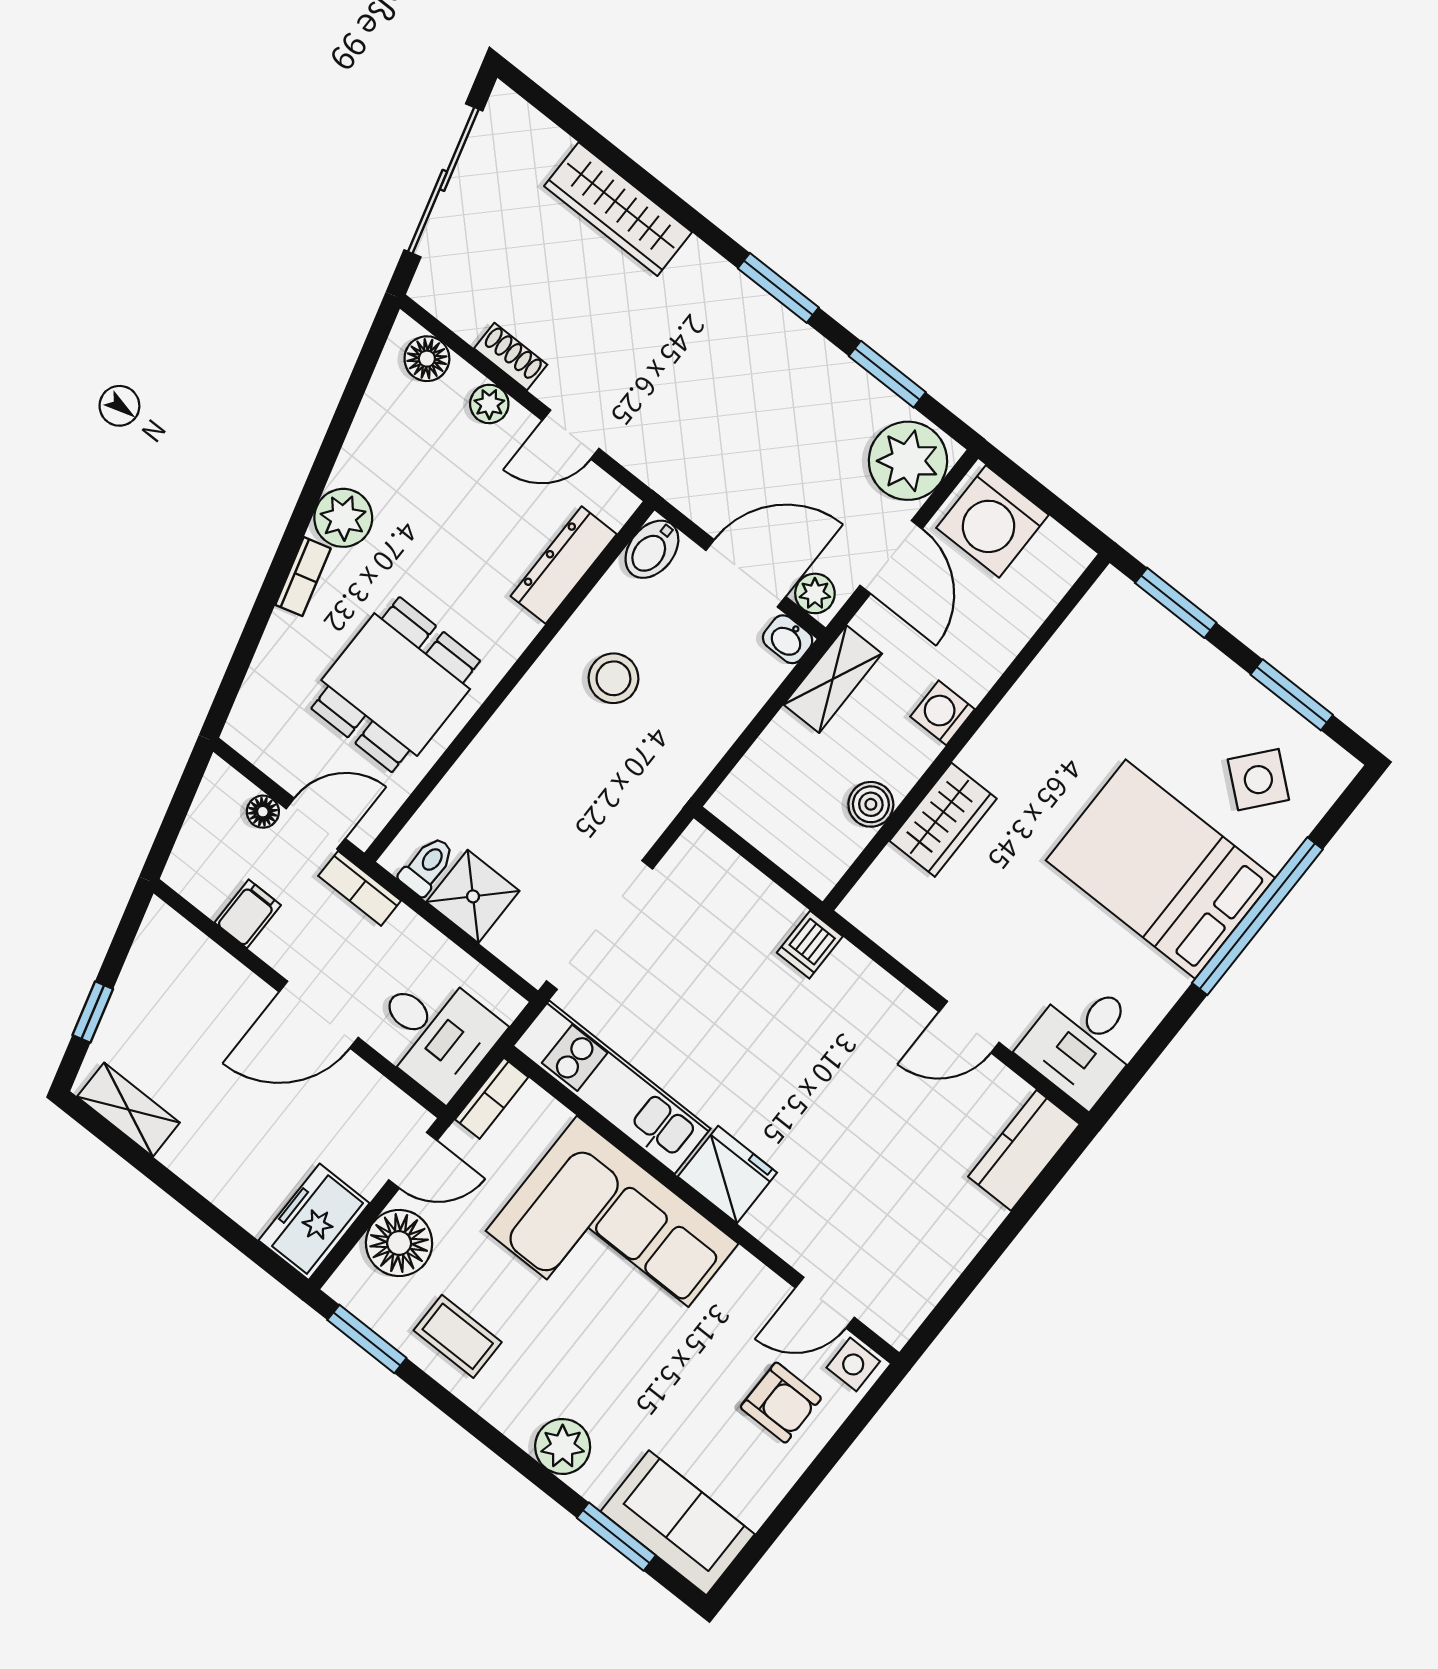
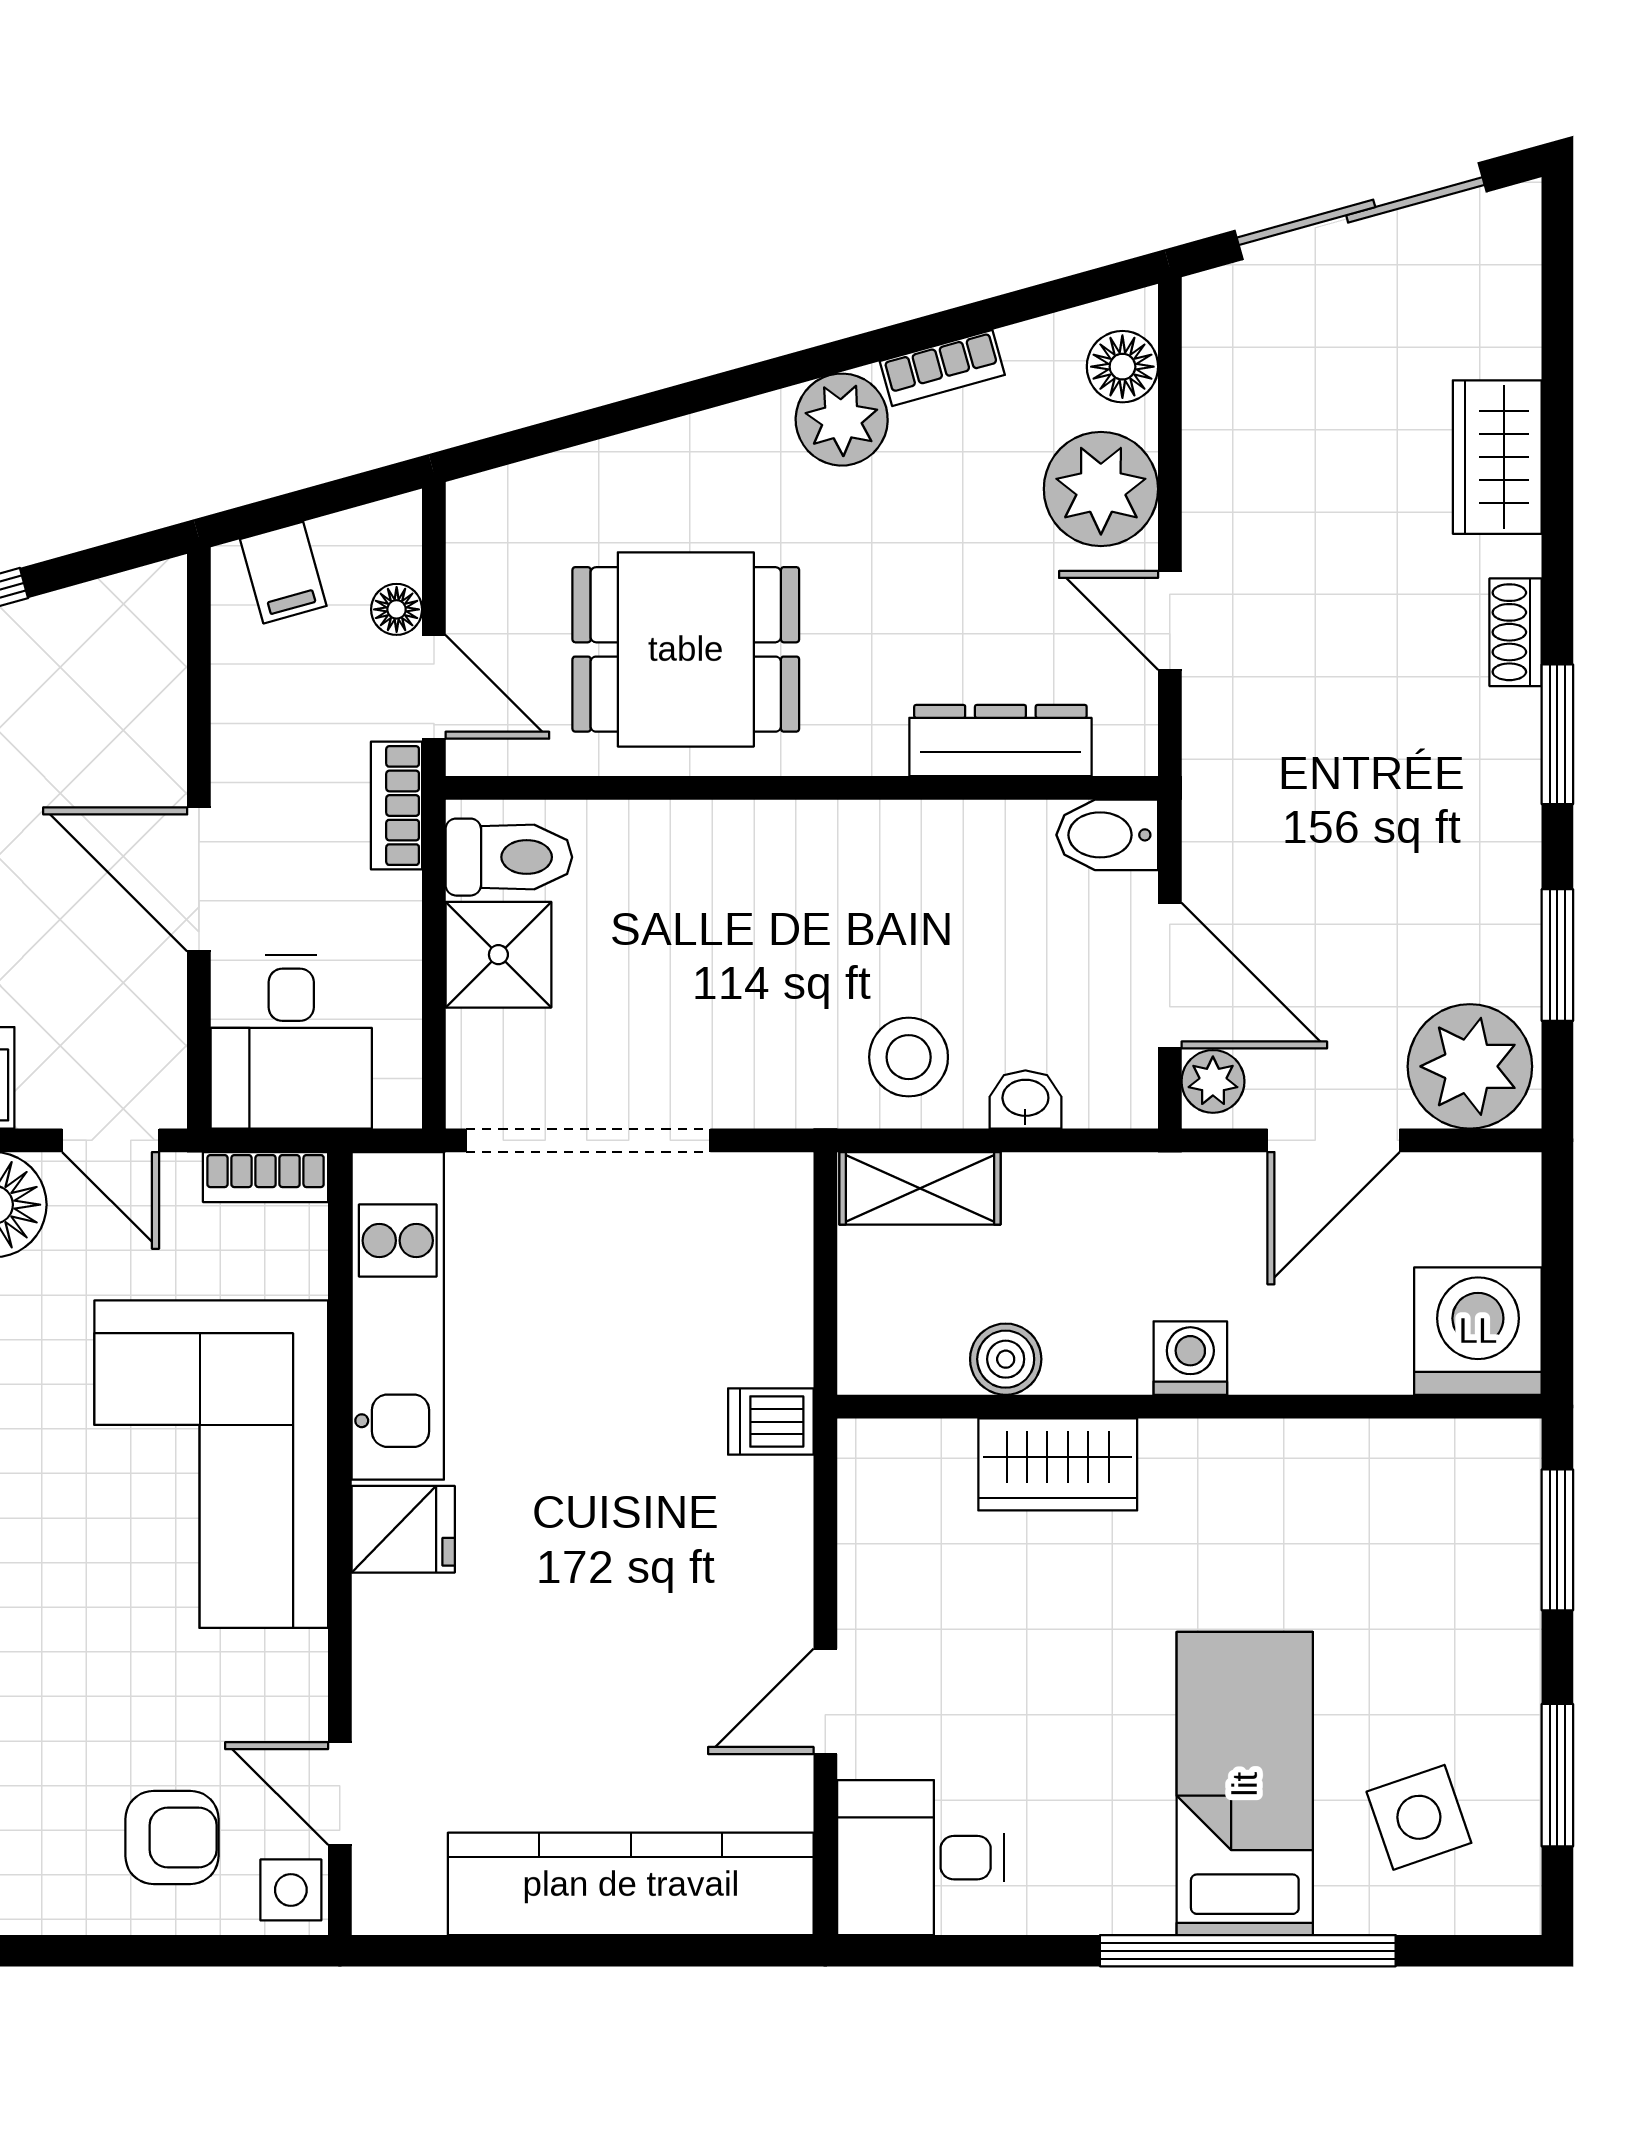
wardrobe: (618, 209) -> (1497, 457), width x0.67
shoe rack: (511, 357) -> (1516, 632), moved, turned 180
plant: (489, 404) -> (1101, 489), width x1.88, depth x1.88
washing machine: (993, 521) -> (1478, 1331), moved, turned 90
bookcase: (303, 577) -> (942, 368), moved
washbasin: (788, 639) -> (1025, 1100), moved, turned 90
stool: (613, 678) -> (909, 1057), moved
shelving: (833, 679) -> (920, 1188), moved
side table: (1258, 780) -> (1419, 1817), turned 31
toilet: (427, 866) -> (509, 857), width x1.37, depth x1.39
bed: (1160, 869) -> (1245, 1784), width x0.67
filing cabinet: (248, 914) -> (283, 573), moved, turned 74
door: (969, 1027) -> (825, 1701), hinge flipped
kitchen counter: (1024, 1150) -> (631, 1884), width x2.08, depth x1.17
fridge: (727, 1175) -> (403, 1529), width x0.72
armchair: (781, 1403) -> (172, 1837), turned -90

